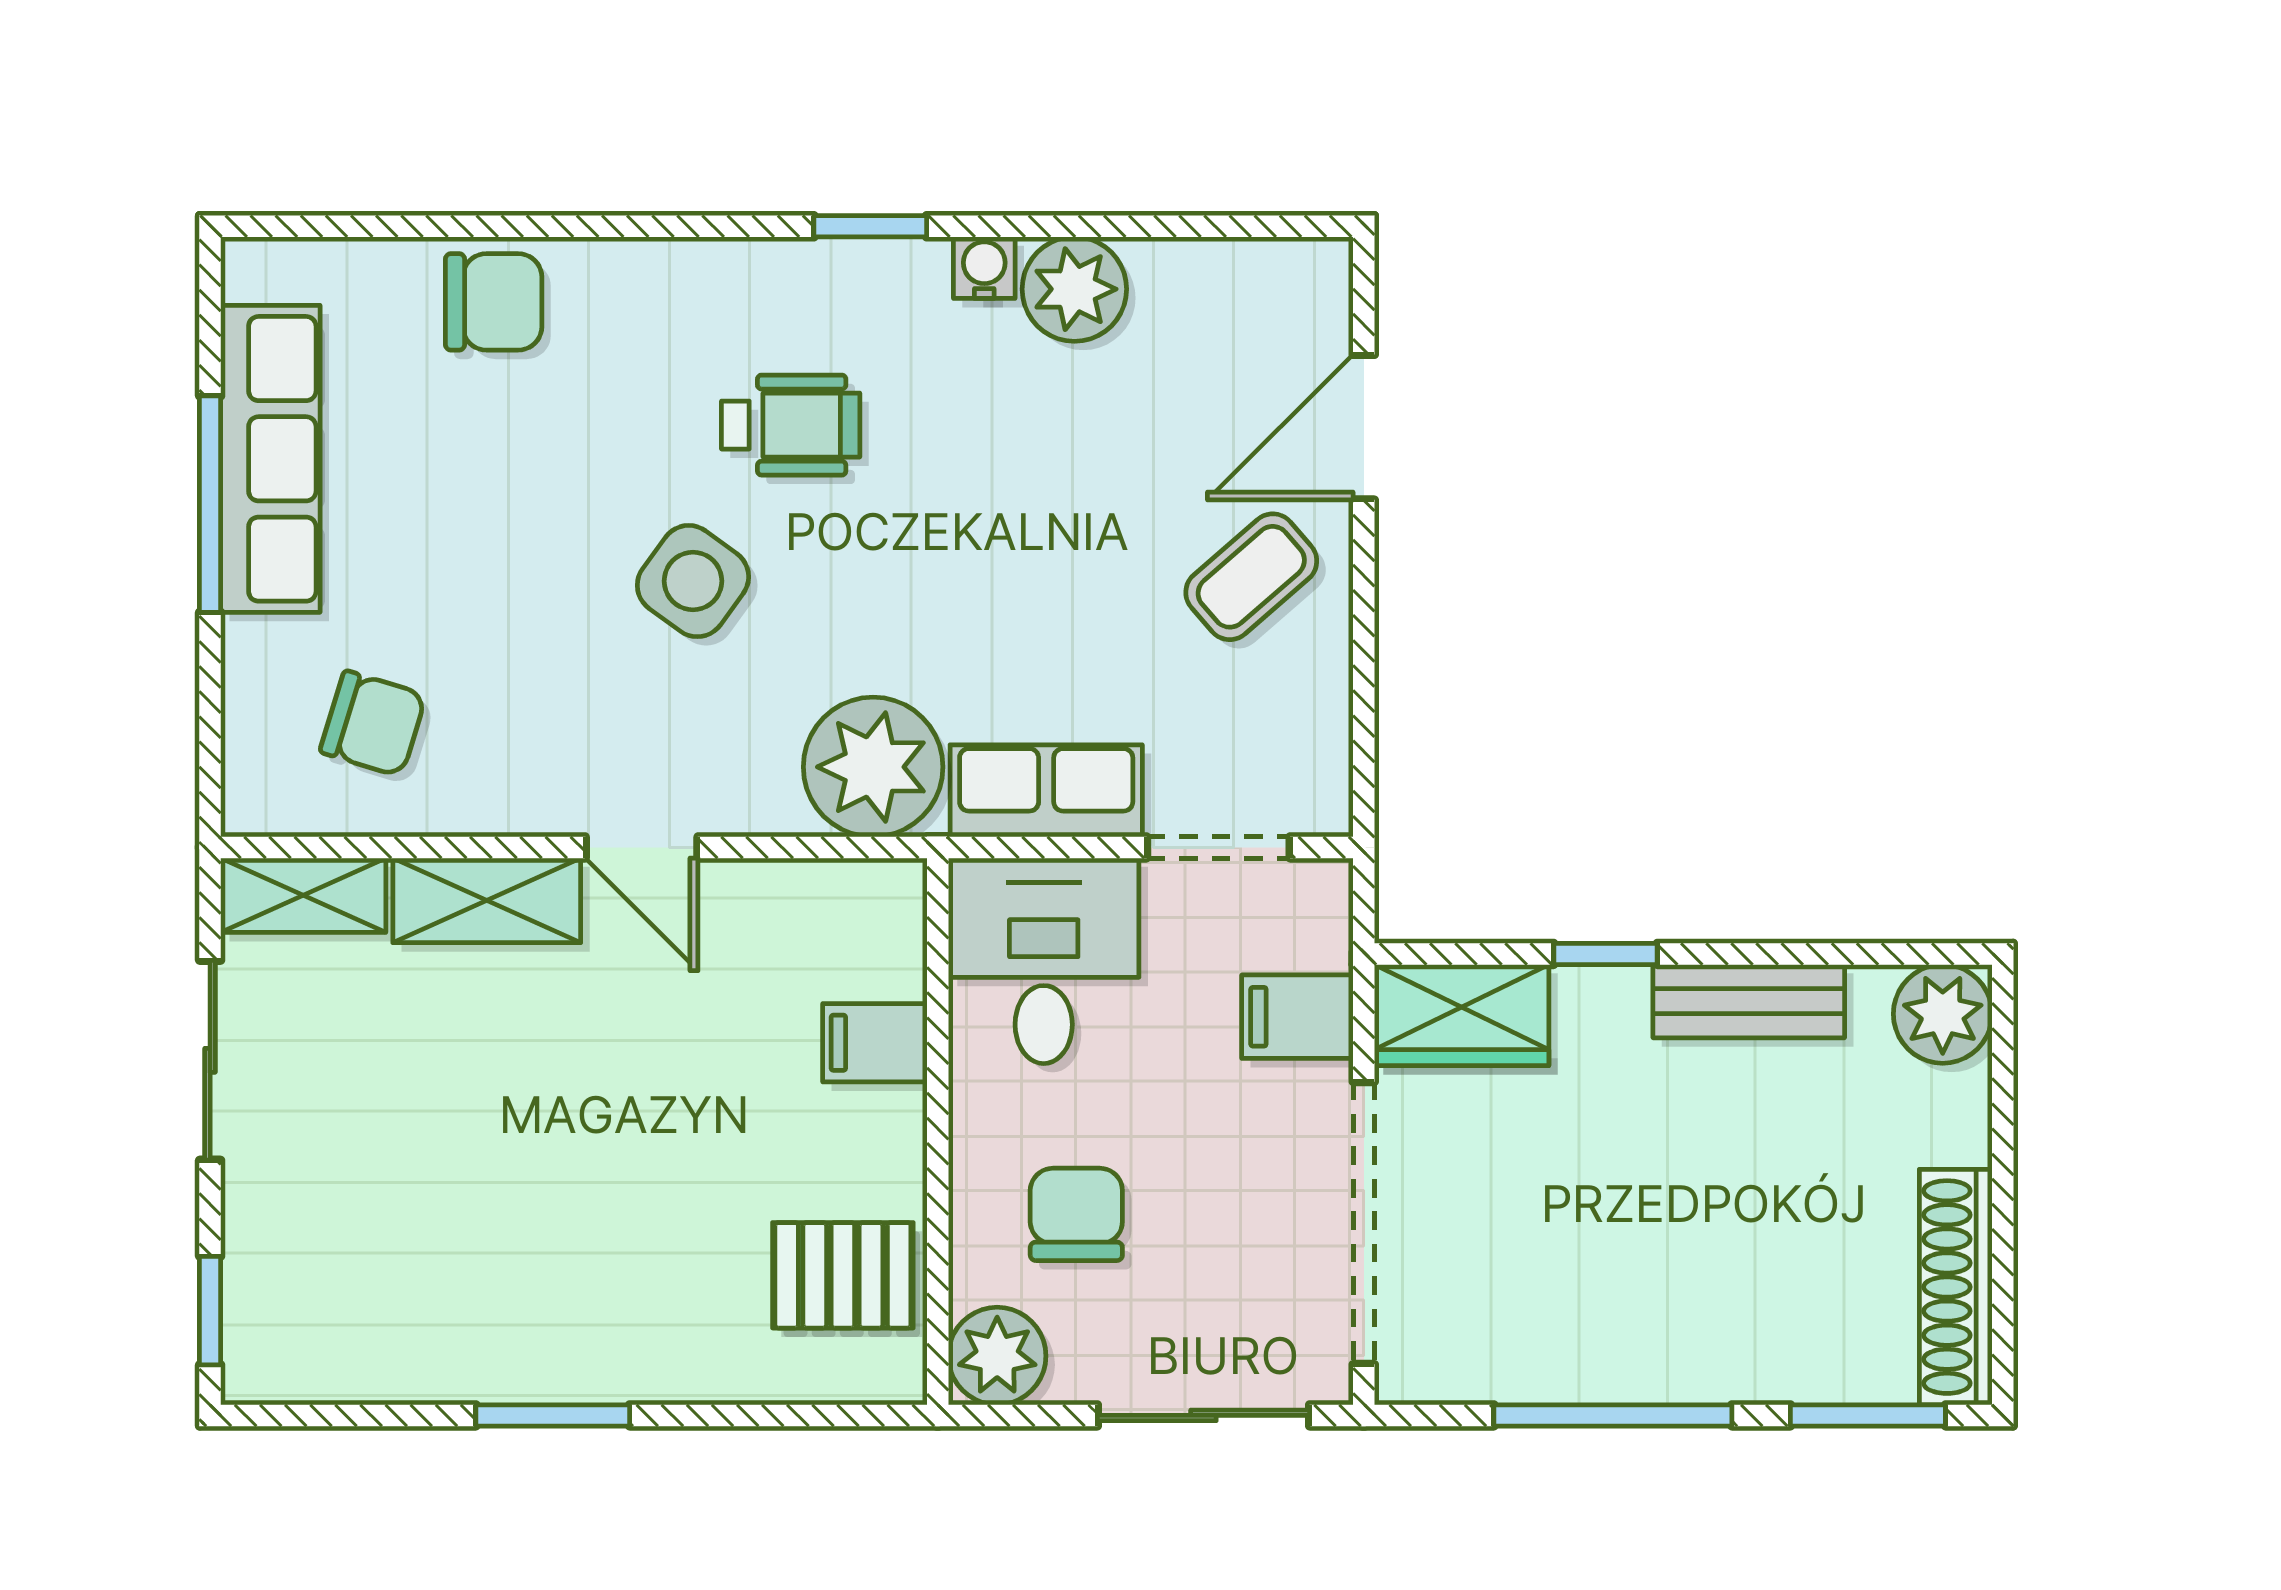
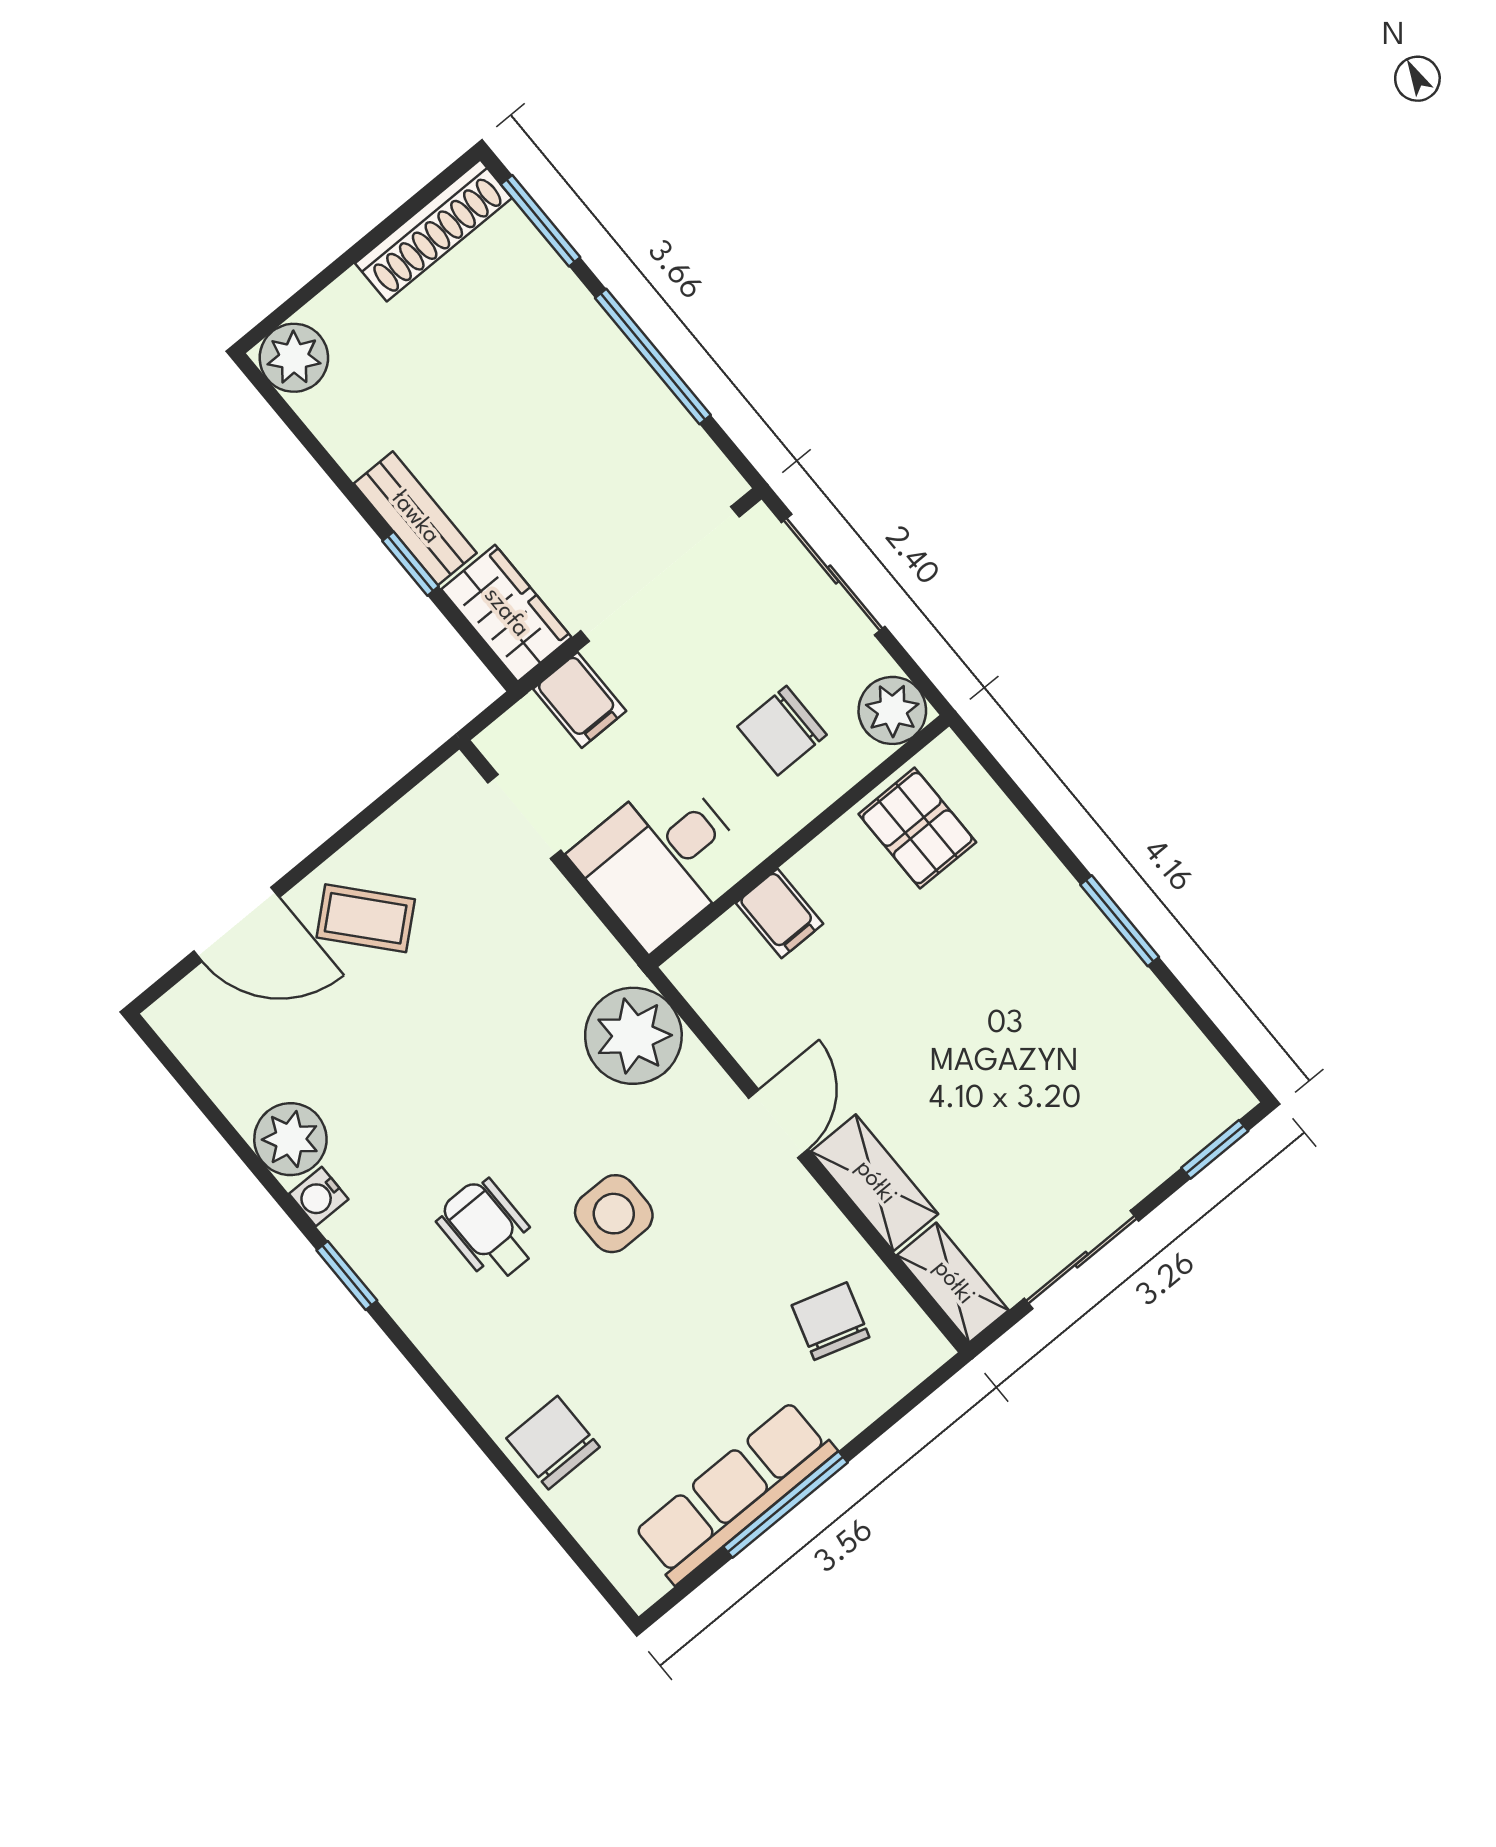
side table: (693, 581) -> (614, 1214), turned -36
row of seats: (1046, 791) -> (570, 933), removed
bench: (1749, 1001) -> (415, 518), moved

